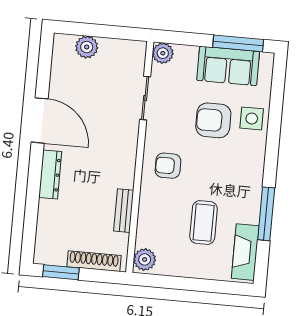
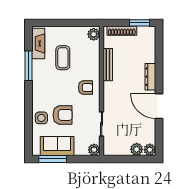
plant: (63, 44) -> (150, 150), added
bench: (124, 211) -> (108, 65), width x1.36

